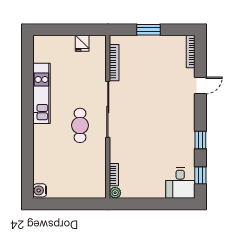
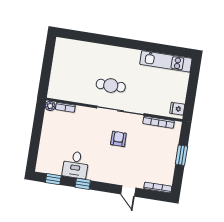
fridge: (82, 43) -> (177, 109), moved
kitchen unit: (42, 93) -> (166, 61), moved
armchair: (141, 107) -> (118, 139), added
desk: (180, 183) -> (76, 165), moved, turned -90
water cooler: (40, 190) -> (62, 43), removed

